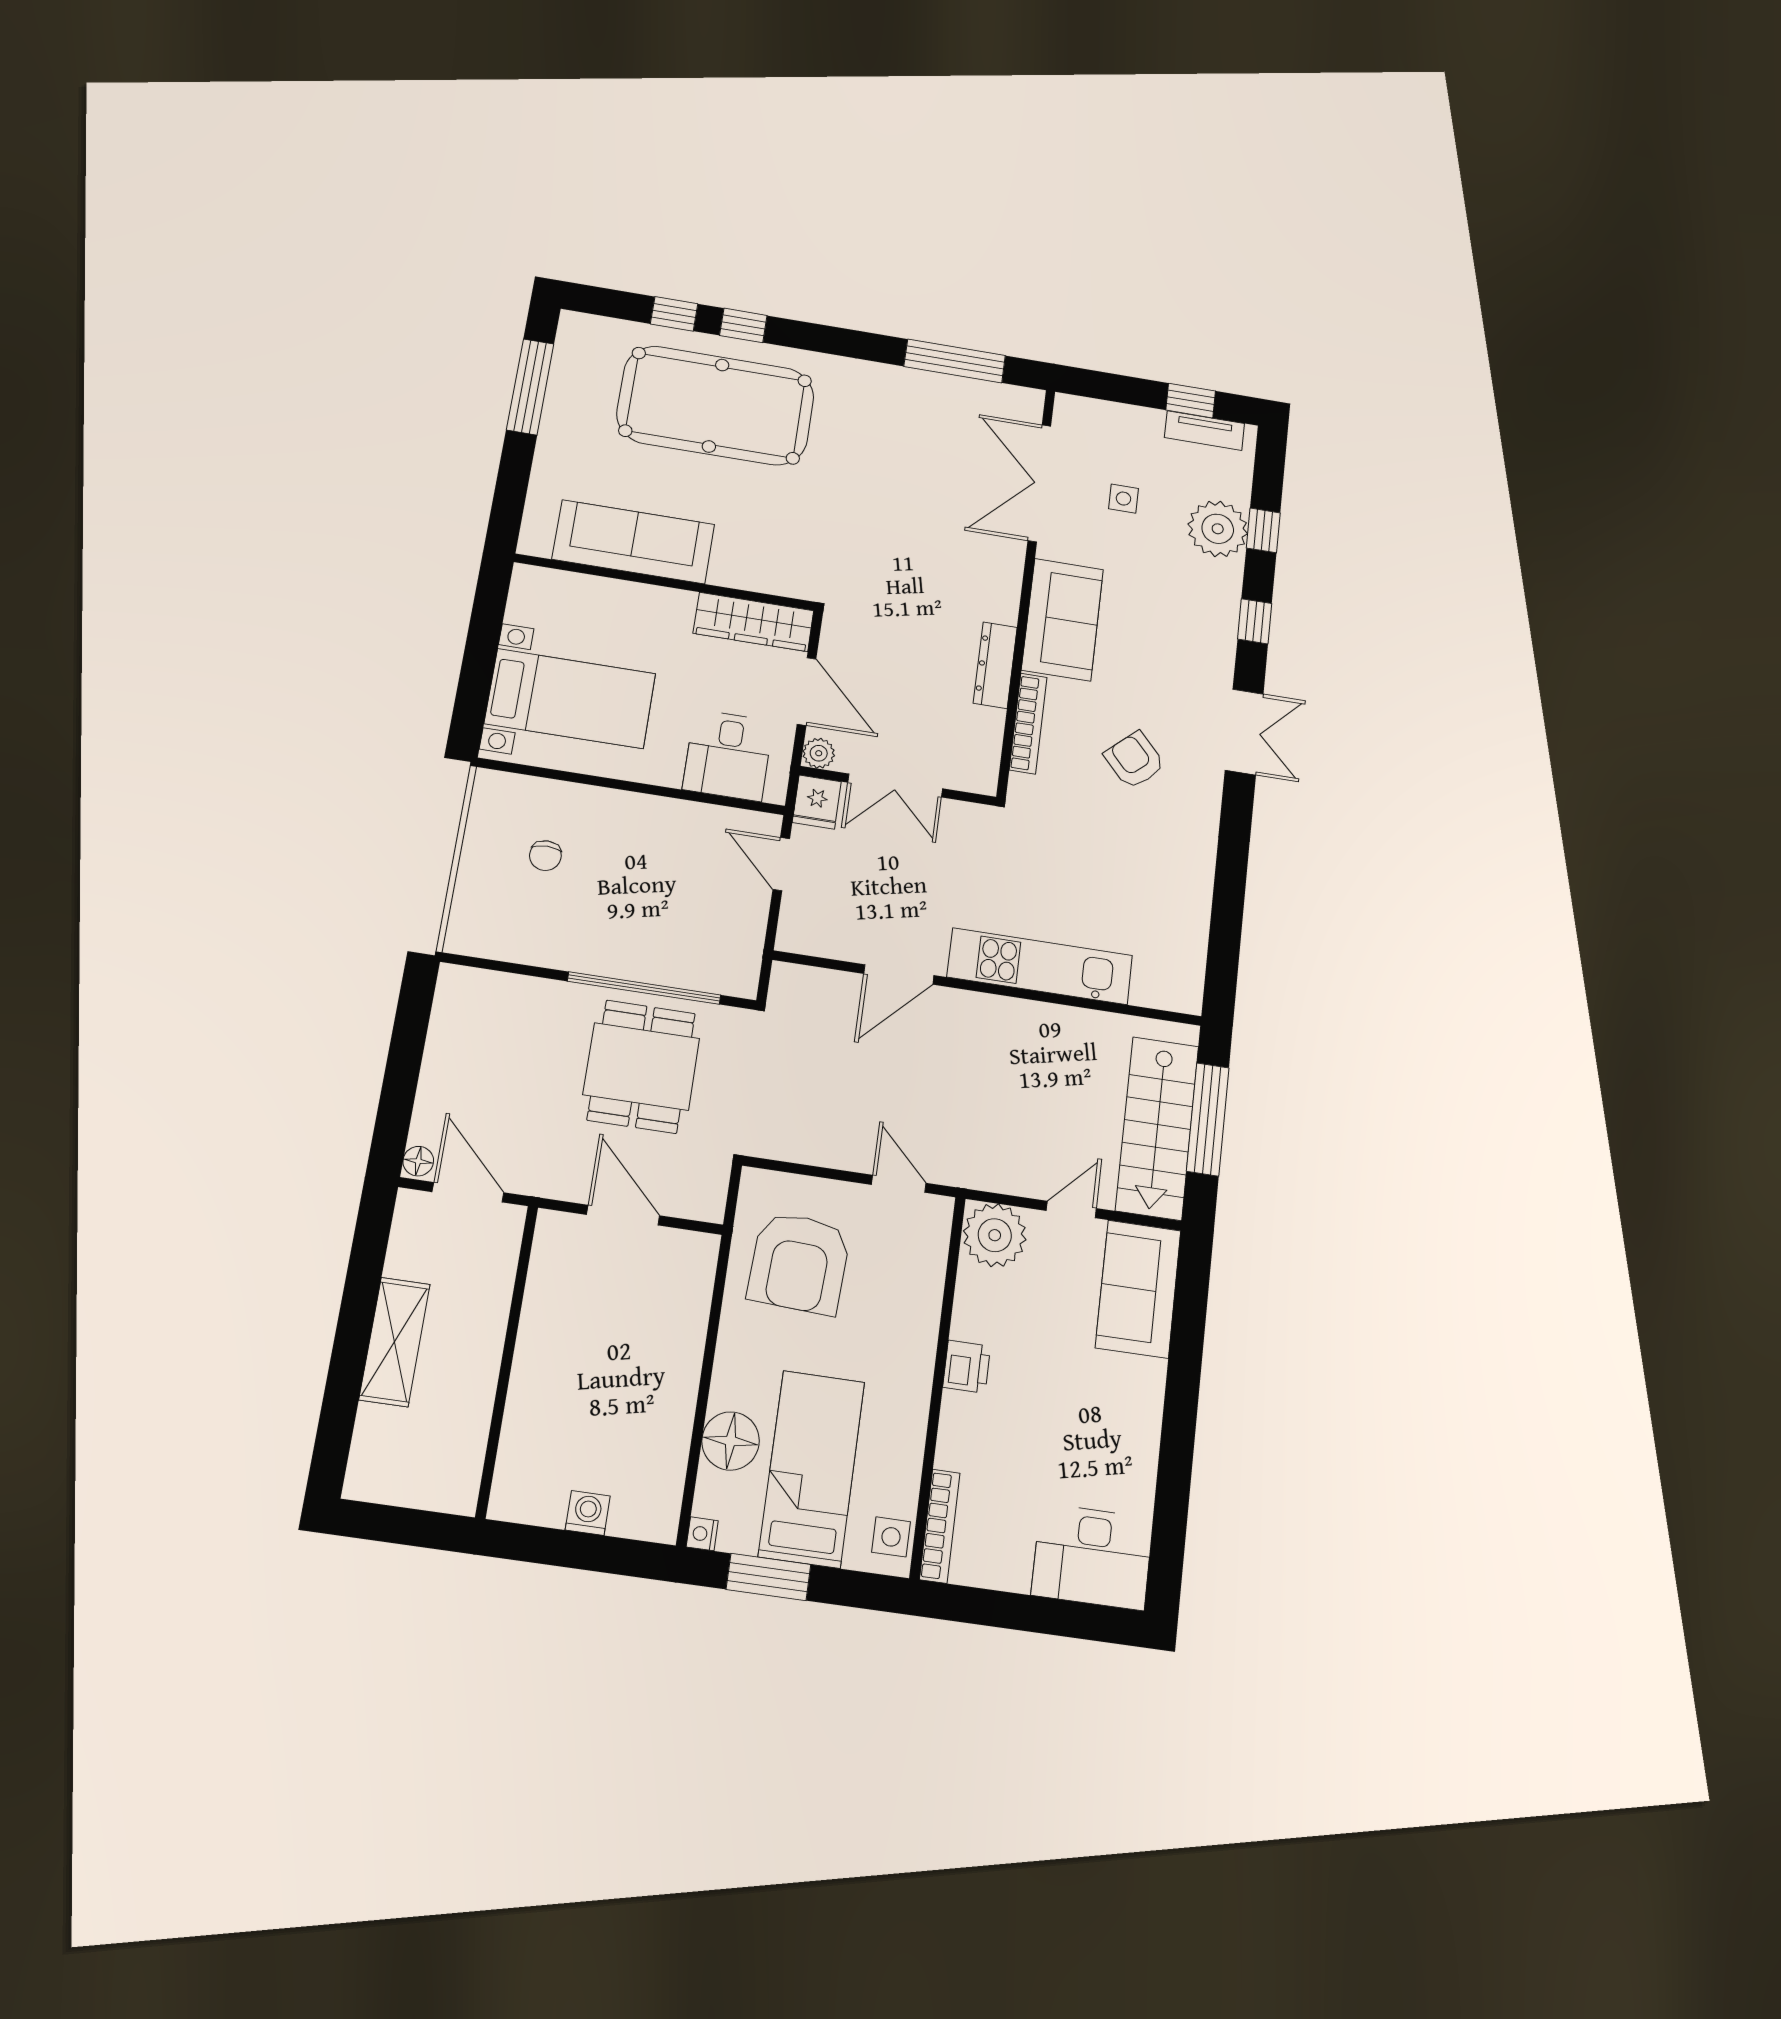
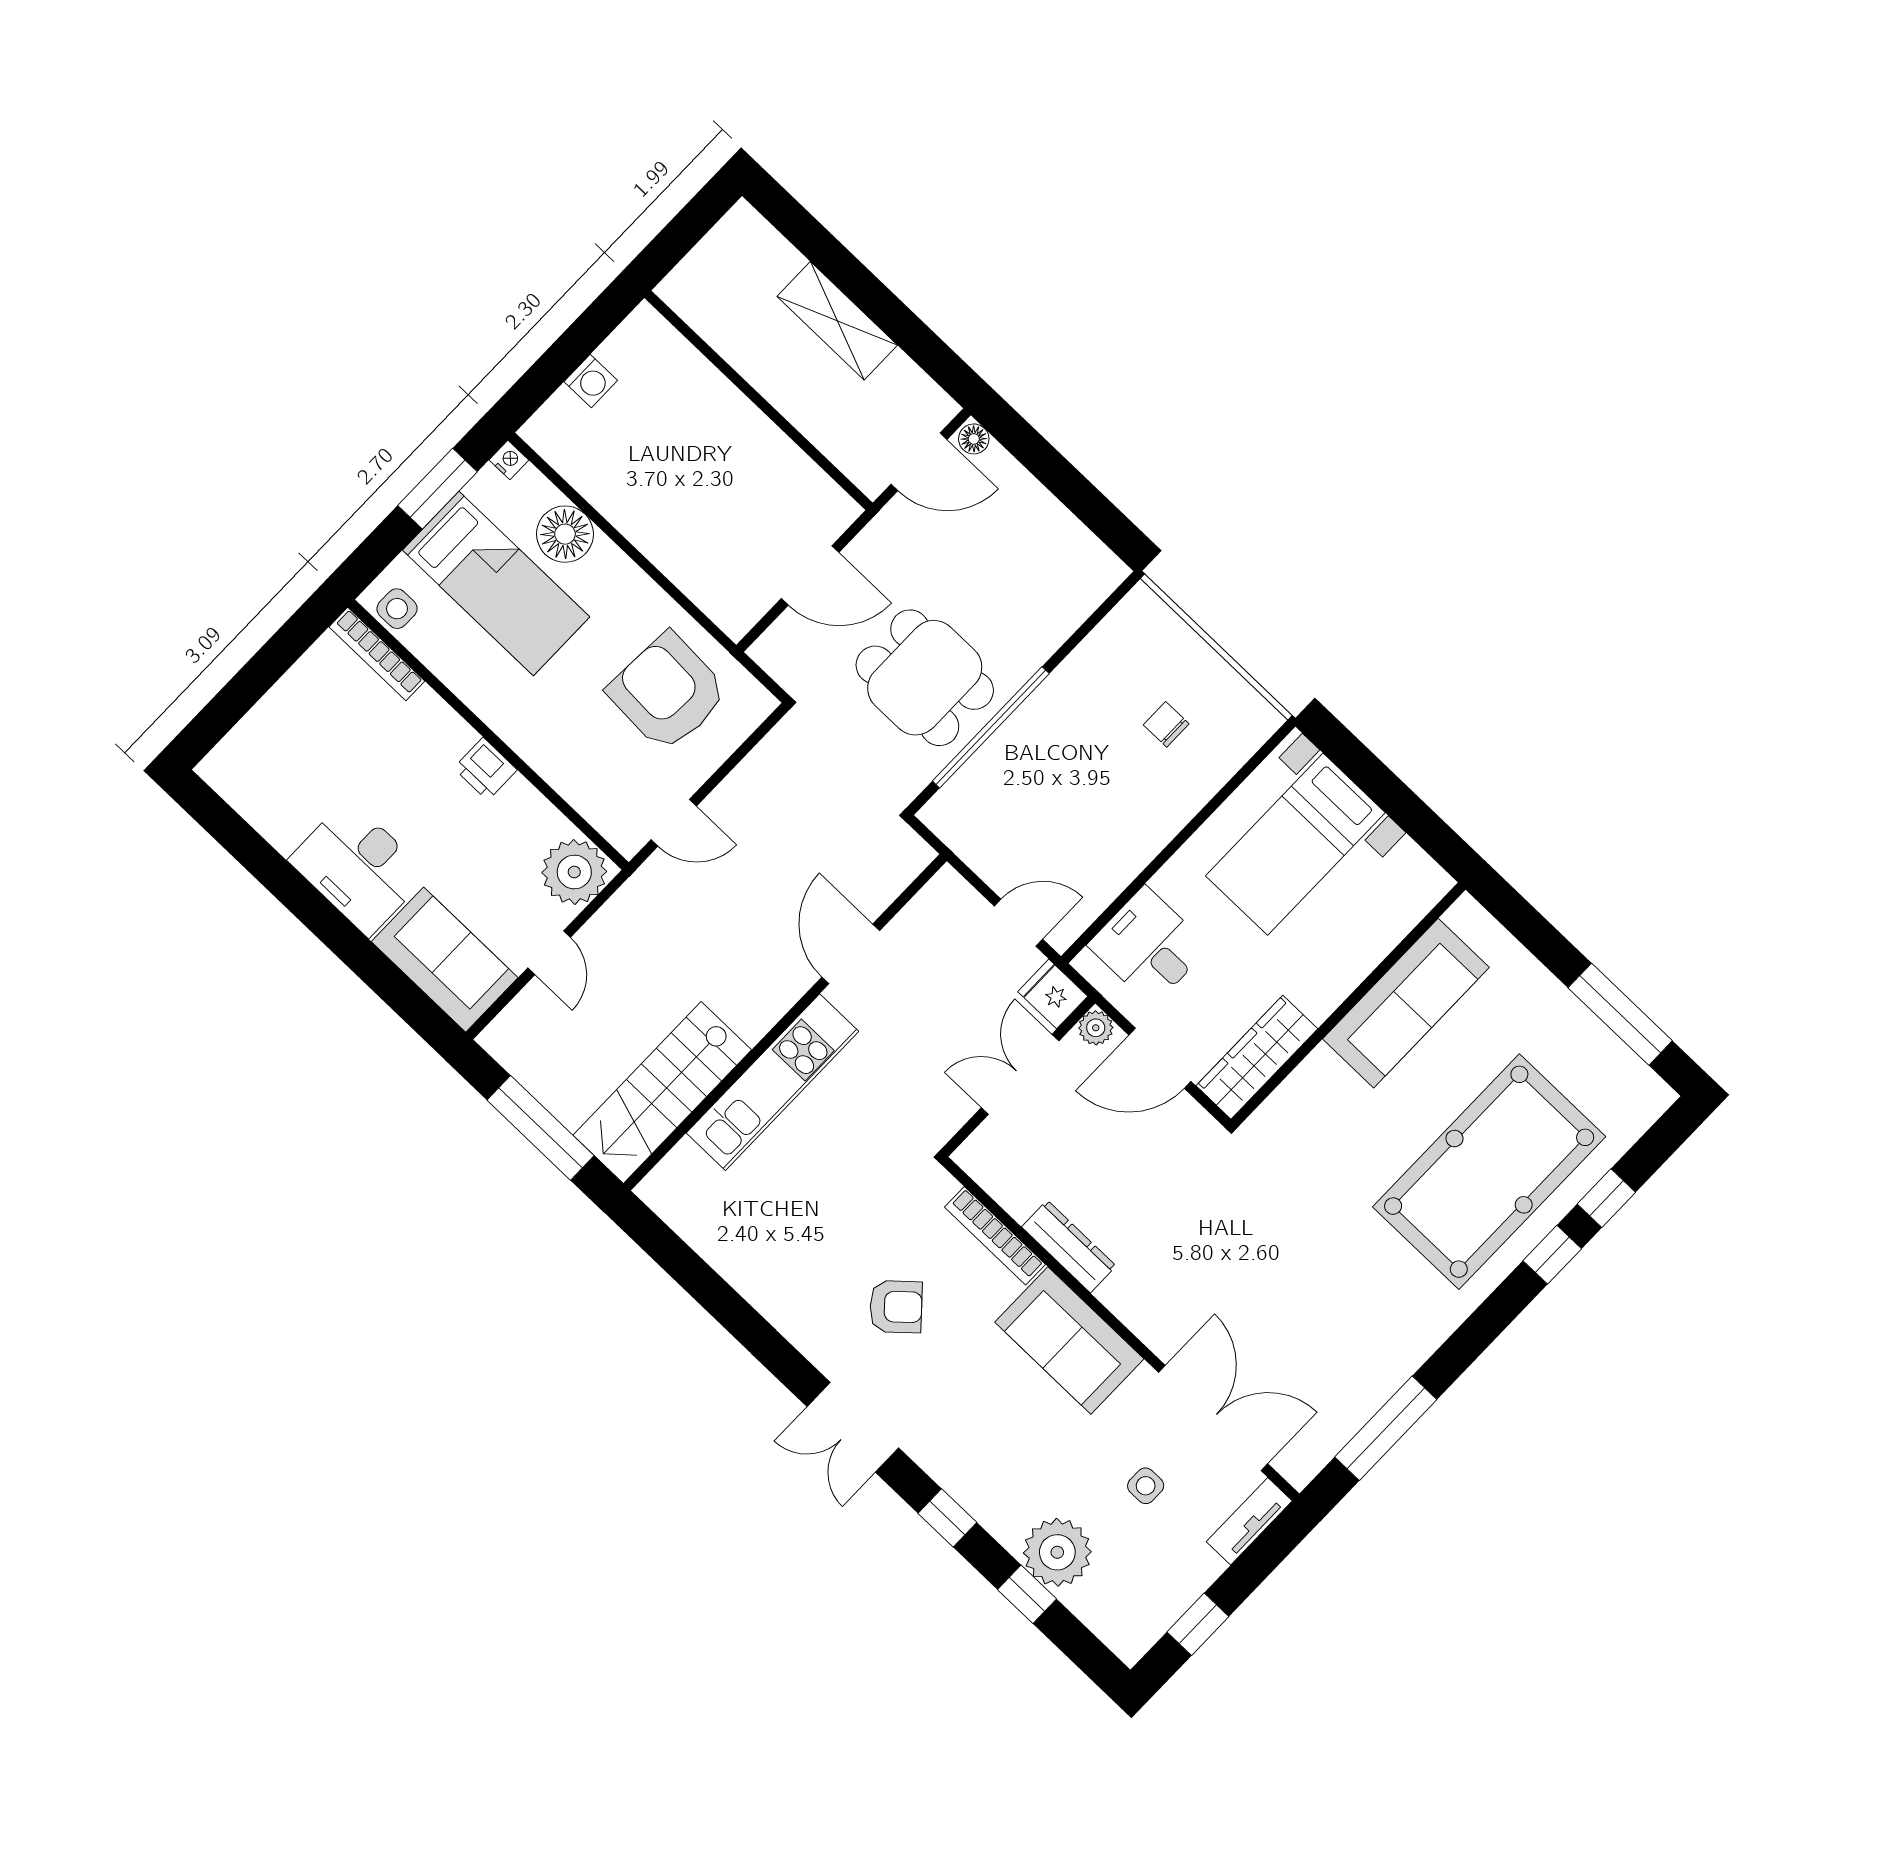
tv unit: (1204, 431) -> (1249, 1521), moved
stairs: (1157, 1128) -> (662, 1092), moved, turned -90
desk: (1092, 1557) -> (358, 867), moved, turned -90

